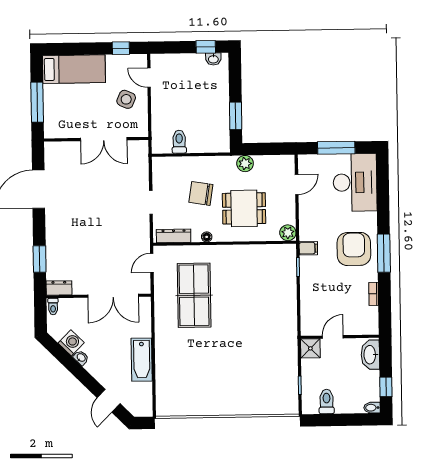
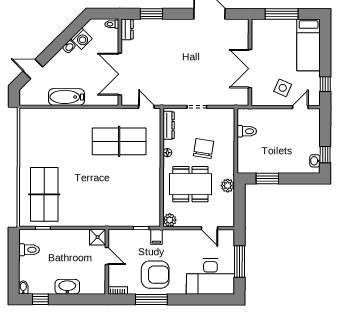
dining table: (244, 208) -> (190, 184), width x1.38
door: (333, 337) -> (107, 256), moved
wall: (340, 337) -> (107, 262), moved
shower: (310, 348) -> (98, 237), moved
table tennis table: (260, 384) -> (44, 194), added

